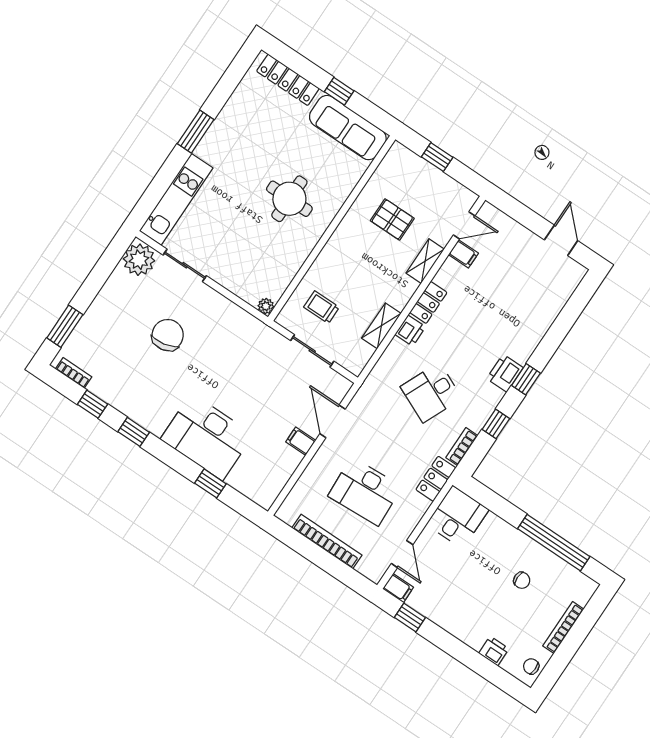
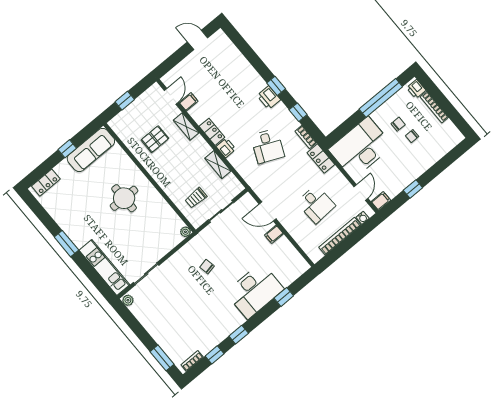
locker: (288, 80) -> (46, 183), width x0.66
plant: (139, 260) -> (128, 300), width x0.53, depth x0.53
chair: (168, 335) -> (207, 267), moved, width x0.54, depth x0.54
desk: (365, 491) -> (316, 204), width x0.73
desk: (458, 517) -> (361, 148), width x1.87, depth x1.30
door: (402, 554) -> (361, 193), hinge flipped
water cooler: (365, 568) -> (363, 218), added
window: (410, 617) -> (413, 189), moved
printer: (494, 651) -> (416, 89), moved, turned -90
chair: (531, 666) -> (412, 136), moved

